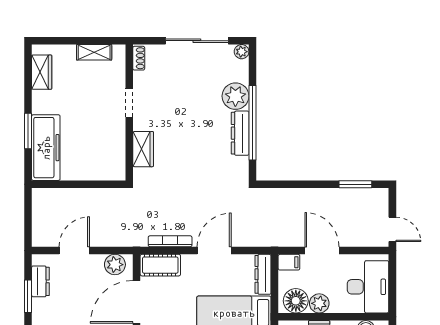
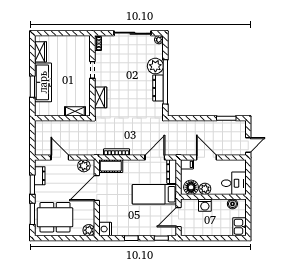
shelving: (94, 52) -> (75, 111), moved
freezer: (46, 148) -> (43, 82), moved
door: (392, 229) -> (248, 145), hinge flipped
door: (74, 250) -> (60, 157), hinge flipped
door: (214, 250) -> (155, 157), moved
desk: (368, 287) -> (234, 183), width x0.73

